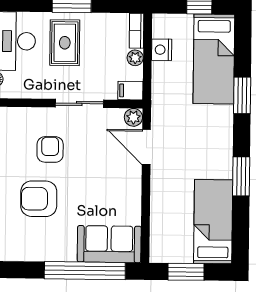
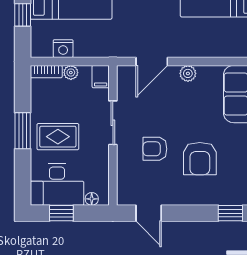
plant: (133, 117) -> (188, 73), moved

